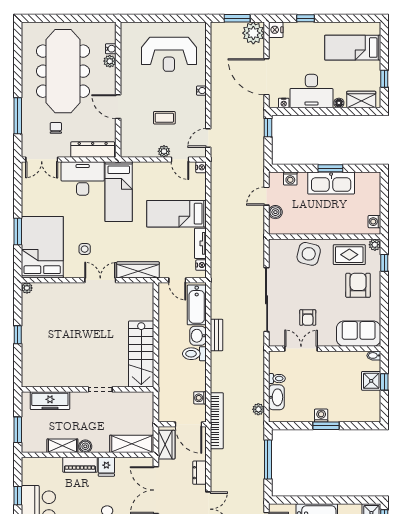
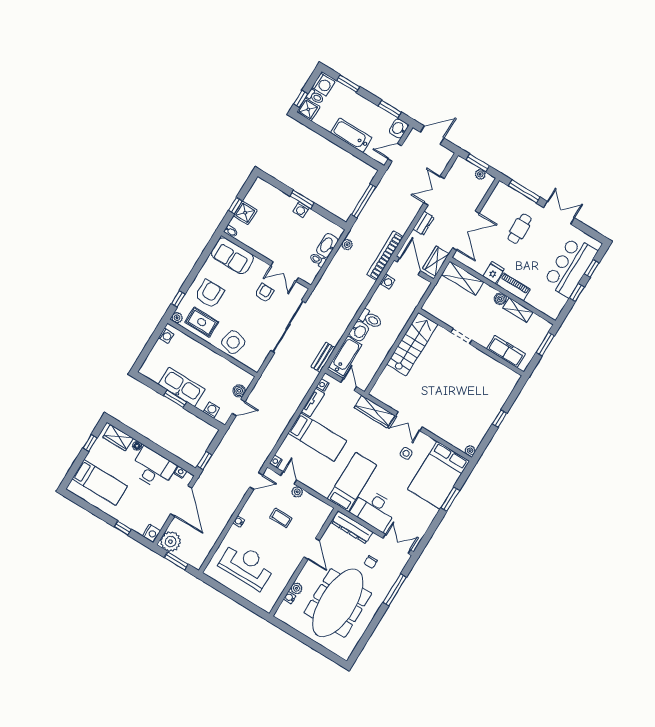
armchair: (358, 285) -> (210, 294), turned 180
bench: (217, 335) -> (323, 357), moved

